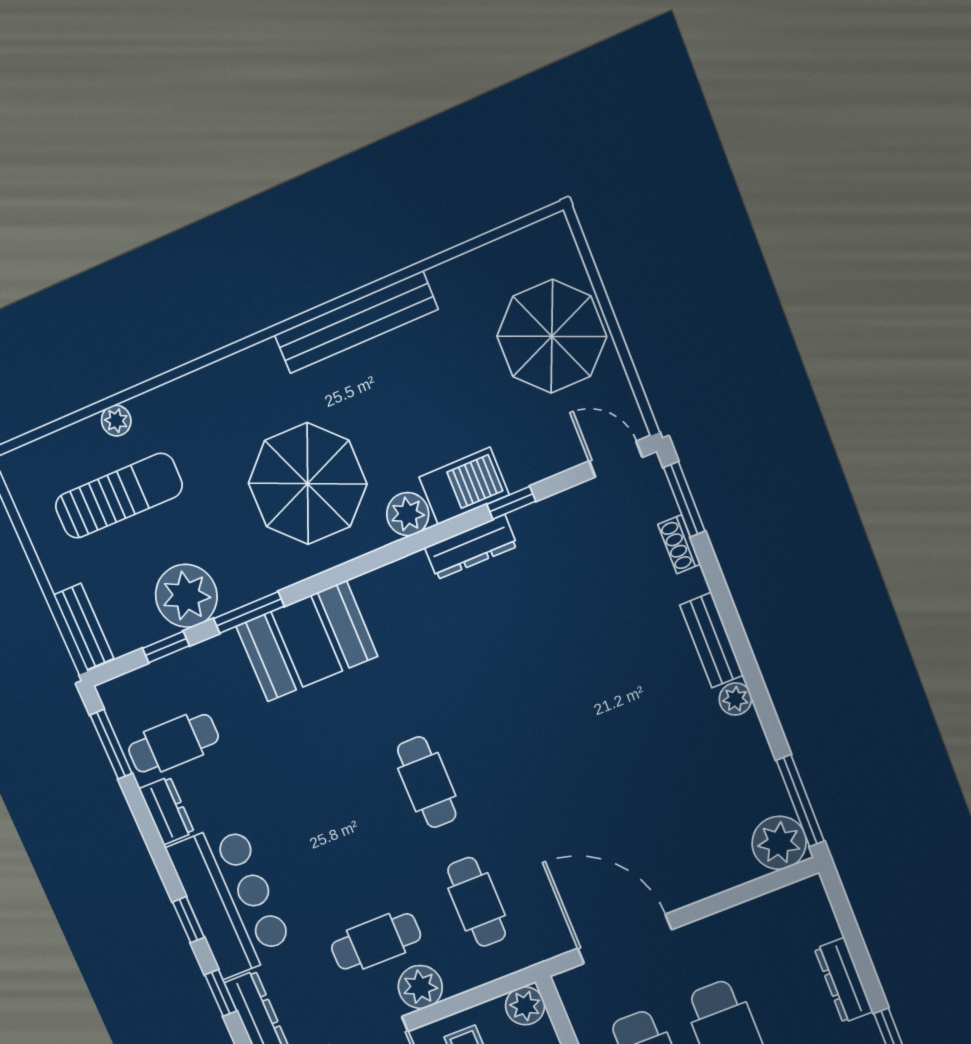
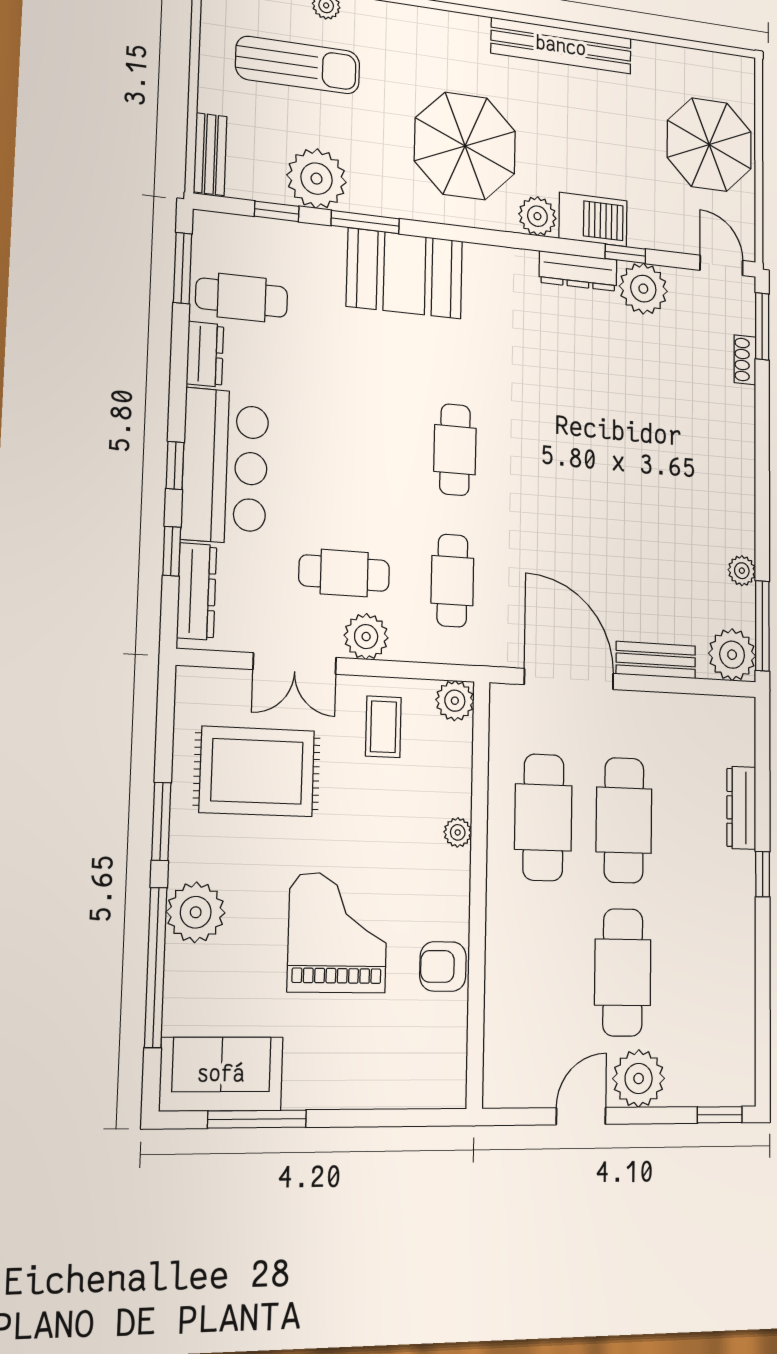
plant: (544, 528) -> (643, 289), added
bench: (712, 640) -> (656, 660), moved, turned 90
plant: (735, 699) -> (742, 571), moved

